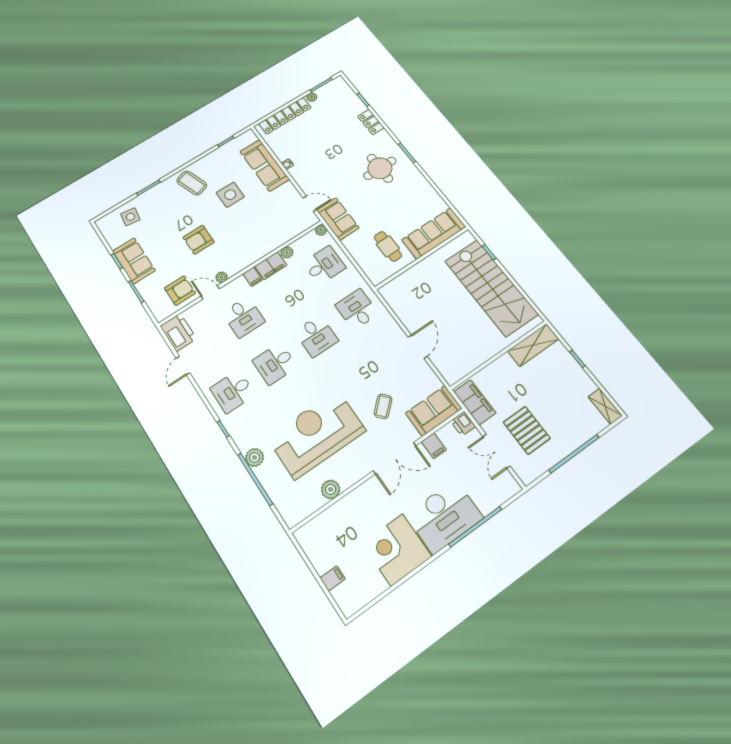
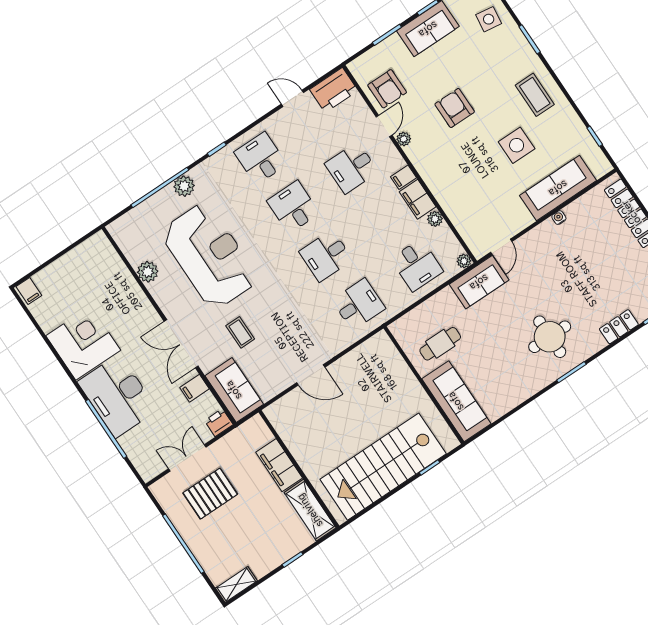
coffee table: (192, 183) -> (535, 95), turned -71
filing cabinet: (475, 402) -> (279, 465), moved, turned 90
coffee table: (383, 406) -> (240, 332), turned 42
filing cabinet: (333, 578) -> (29, 291), moved

